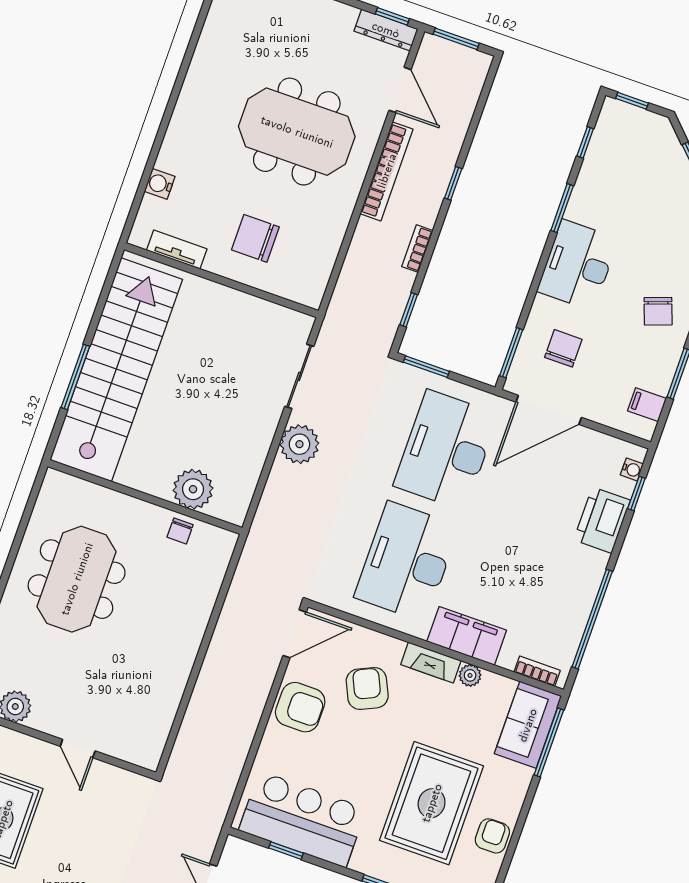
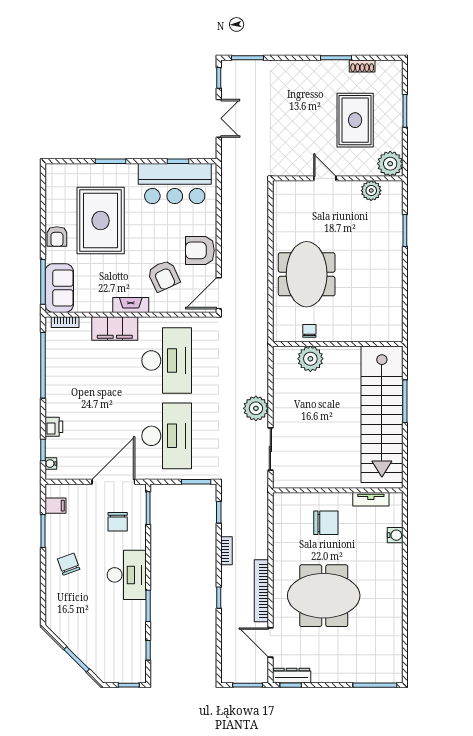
printer: (602, 520) -> (54, 427), width x0.53, depth x0.68
meeting table: (77, 579) -> (307, 274), moved
plant: (470, 675) -> (104, 305), removed
armchair: (492, 836) -> (57, 237), moved

